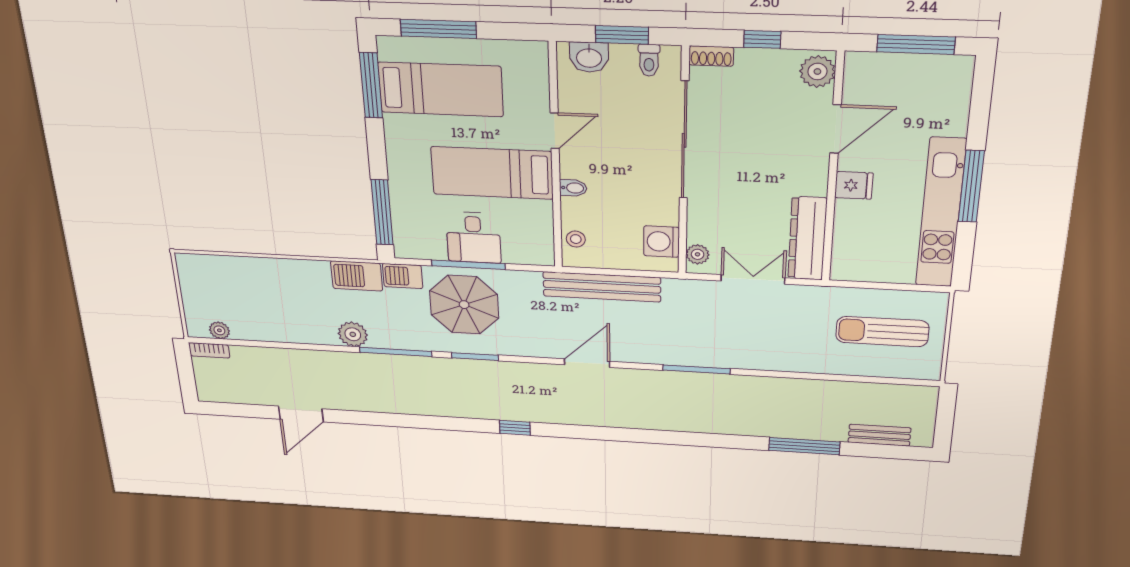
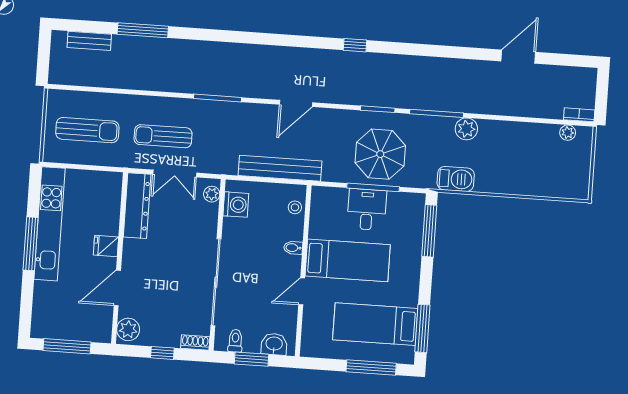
barbecue: (403, 276) -> (422, 179), removed
sun lounger: (772, 325) -> (163, 136), added

